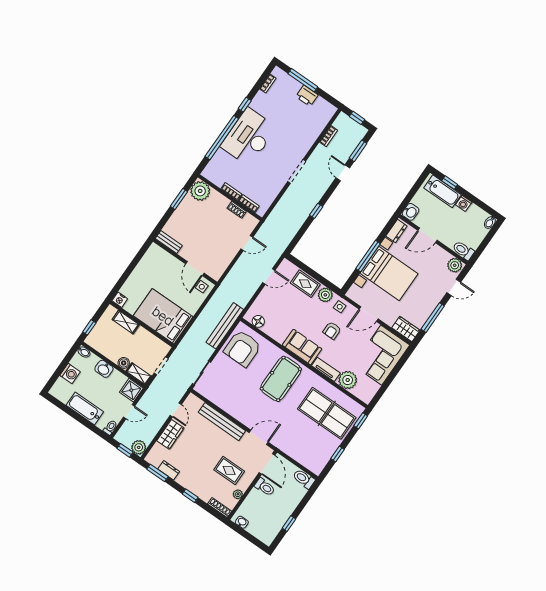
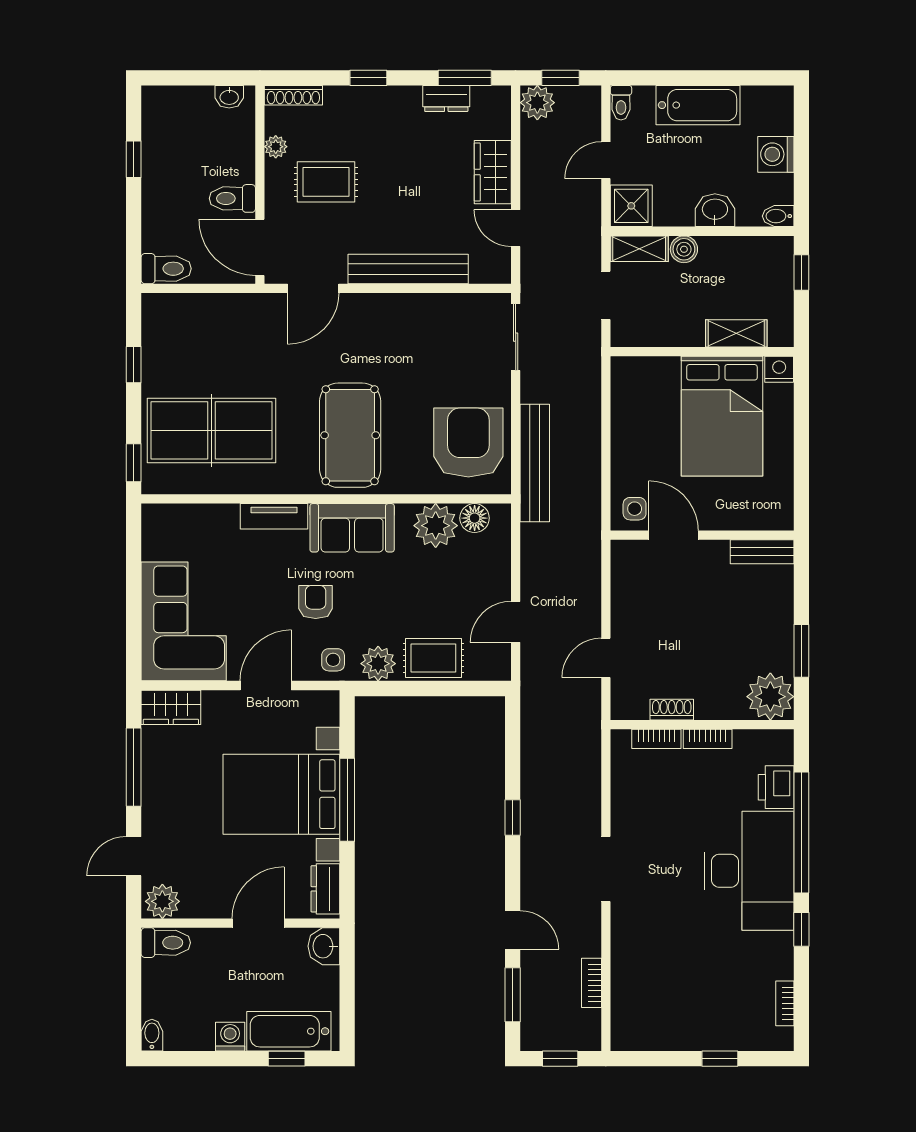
window: (303, 80) -> (720, 1059), width x0.46
printer: (307, 96) -> (776, 787), moved, turned -90
bed: (163, 316) -> (722, 416), moved, turned 90
plant: (348, 380) -> (436, 526), moved

